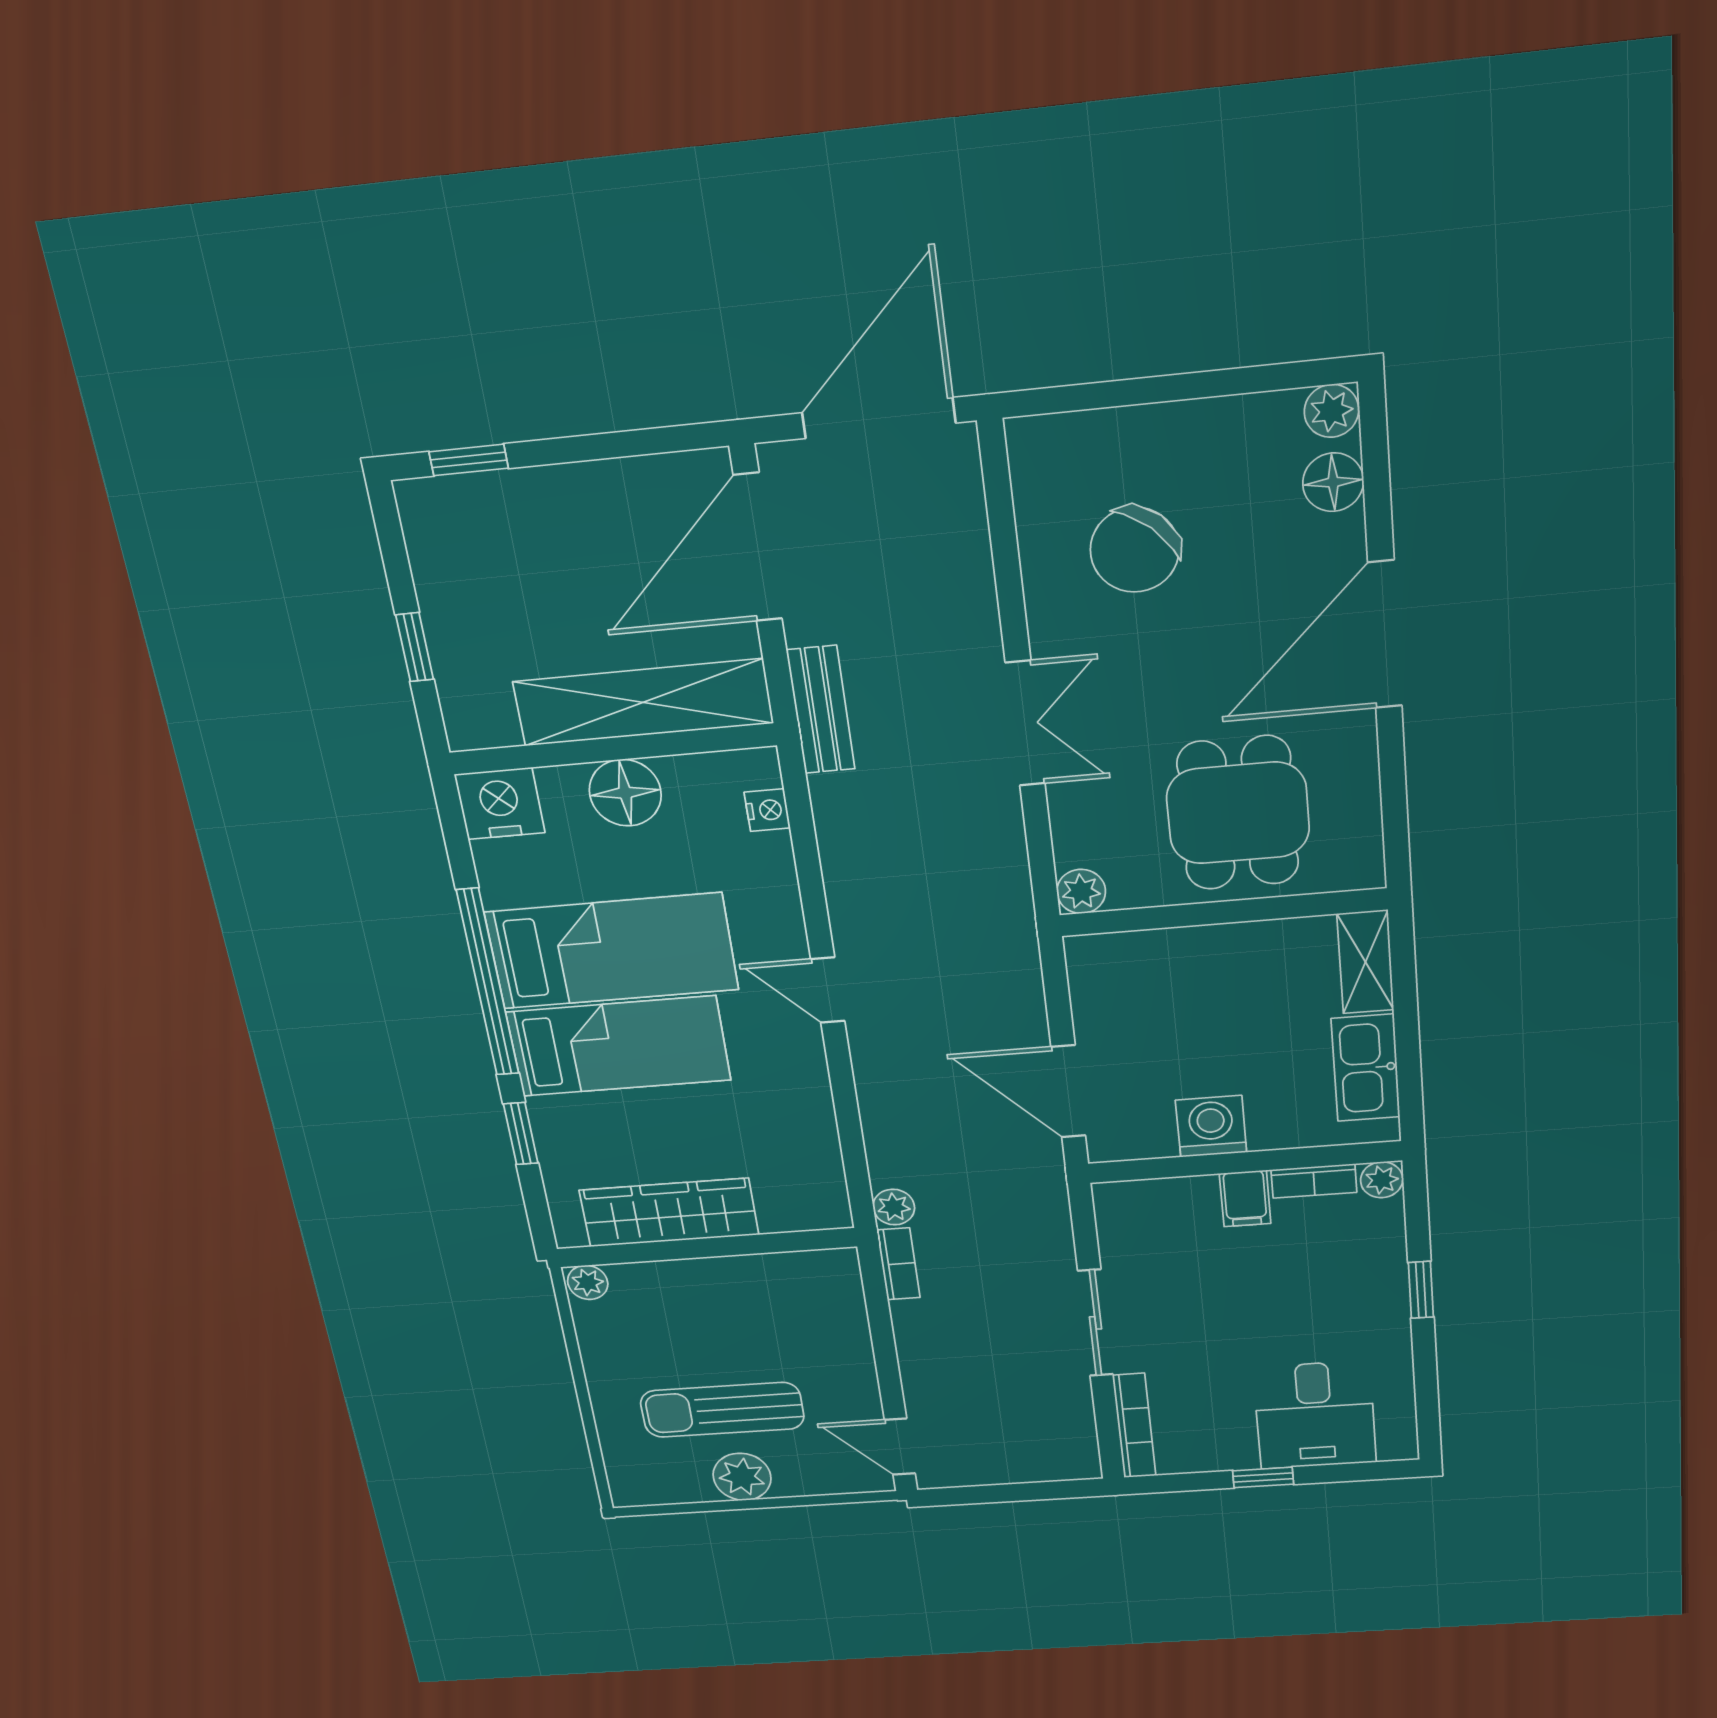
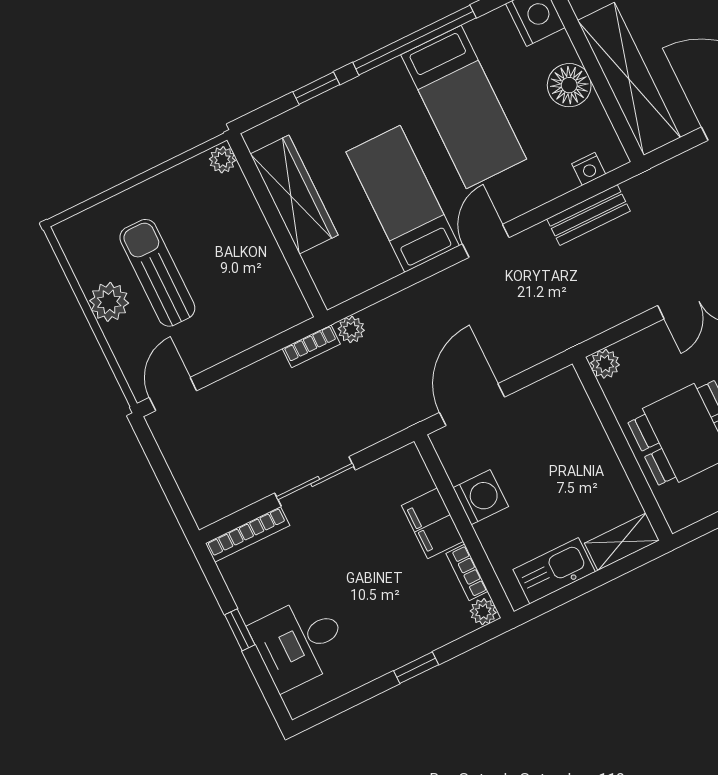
bench: (821, 710) -> (589, 215), moved
bed: (619, 1046) -> (403, 199), moved, turned 180
filing cabinet: (1245, 1199) -> (432, 523), width x2.00

